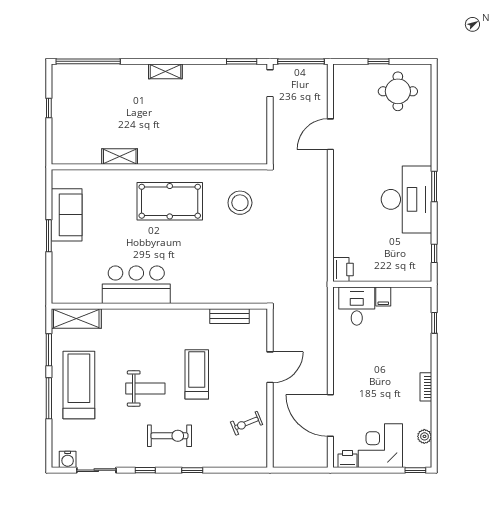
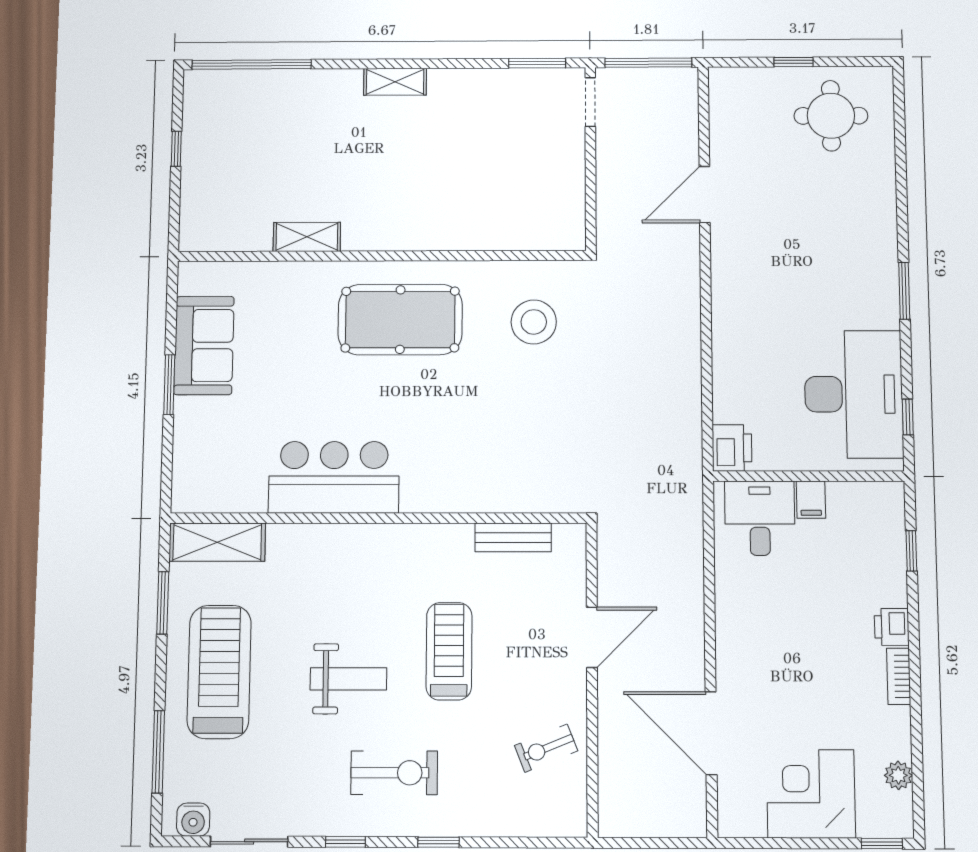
desk: (406, 199) -> (854, 394), moved
window: (49, 398) -> (158, 752), moved
printer: (347, 459) -> (892, 627), moved, turned -90

